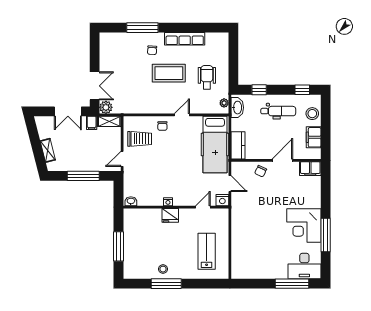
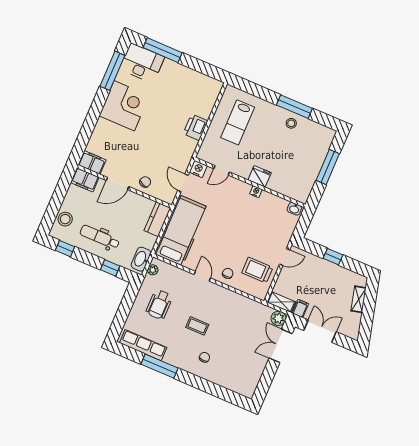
window: (142, 28) -> (160, 366), moved
row of seats: (185, 39) -> (143, 345), moved
coffee table: (169, 73) -> (197, 326), width x0.54, depth x0.58
door: (182, 115) -> (202, 276), swing flipped
filing cabinet: (314, 137) -> (85, 180), moved, turned 90
window: (83, 176) -> (333, 257), width x0.46
printer: (239, 233) -> (195, 127), added
window: (326, 235) -> (112, 71), moved

